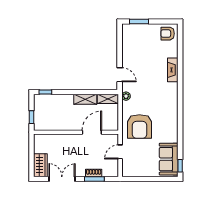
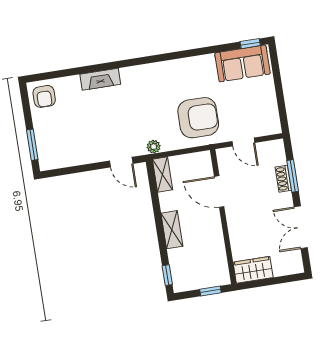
door: (120, 75) -> (121, 162), swing flipped
shelving: (85, 99) -> (172, 230), moved
wardrobe: (40, 165) -> (253, 270), moved

